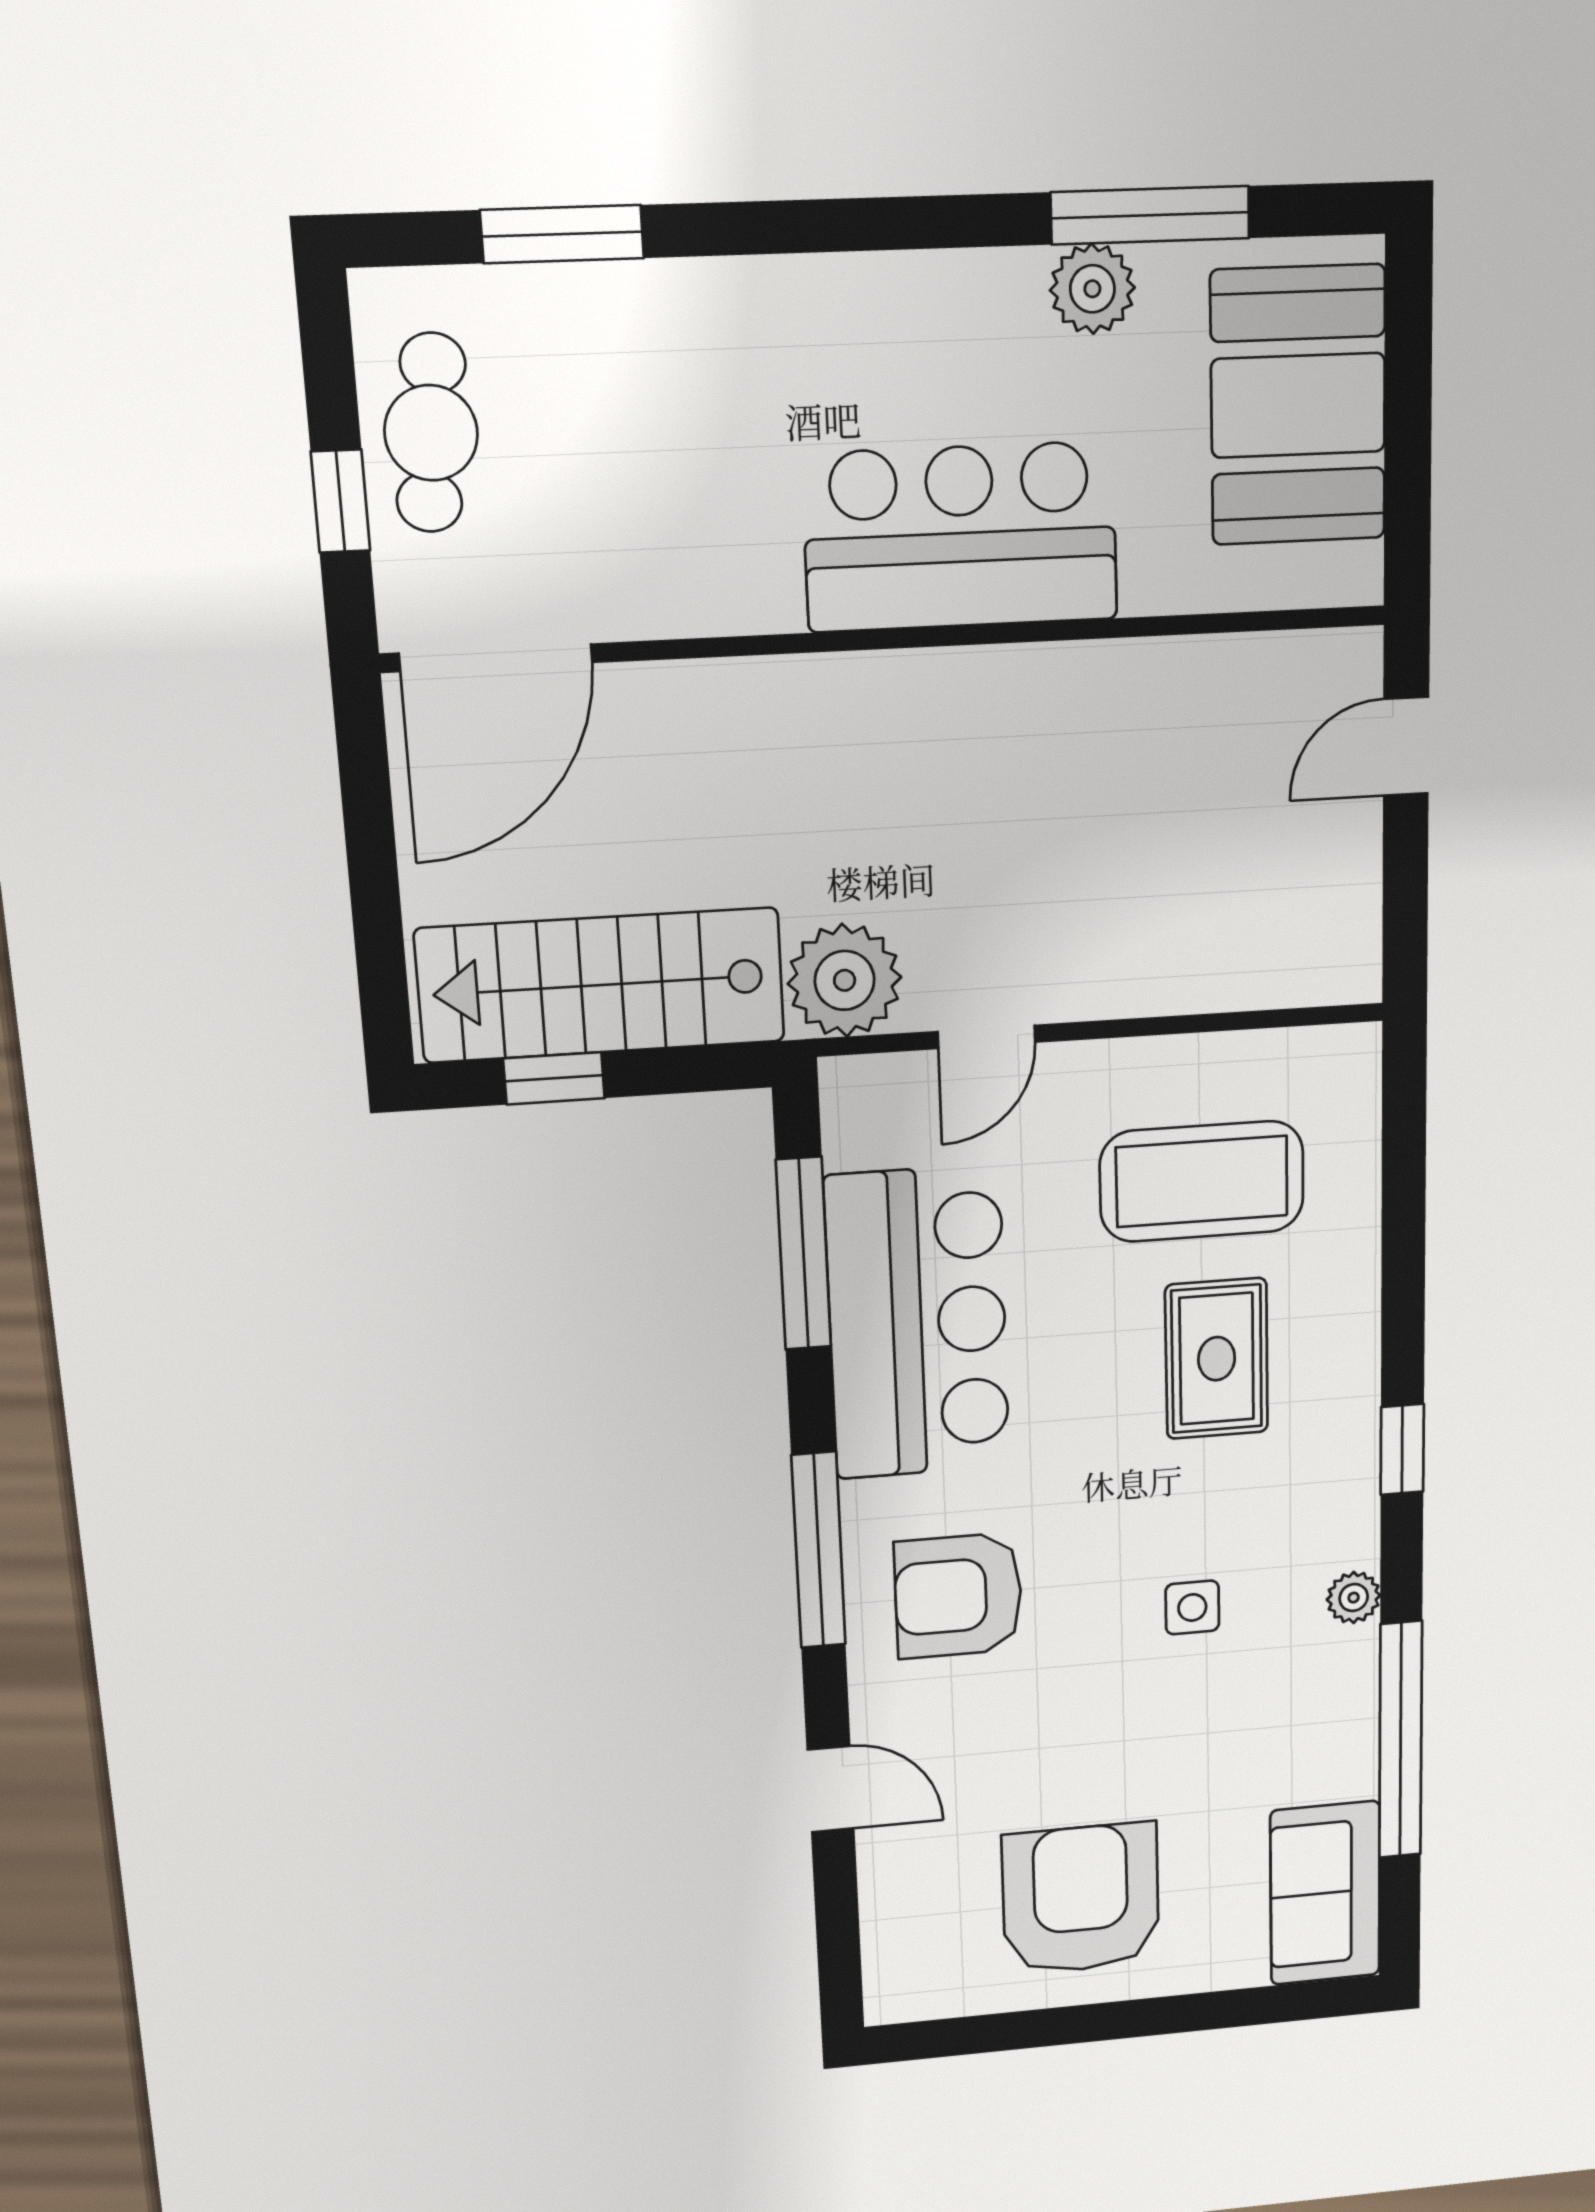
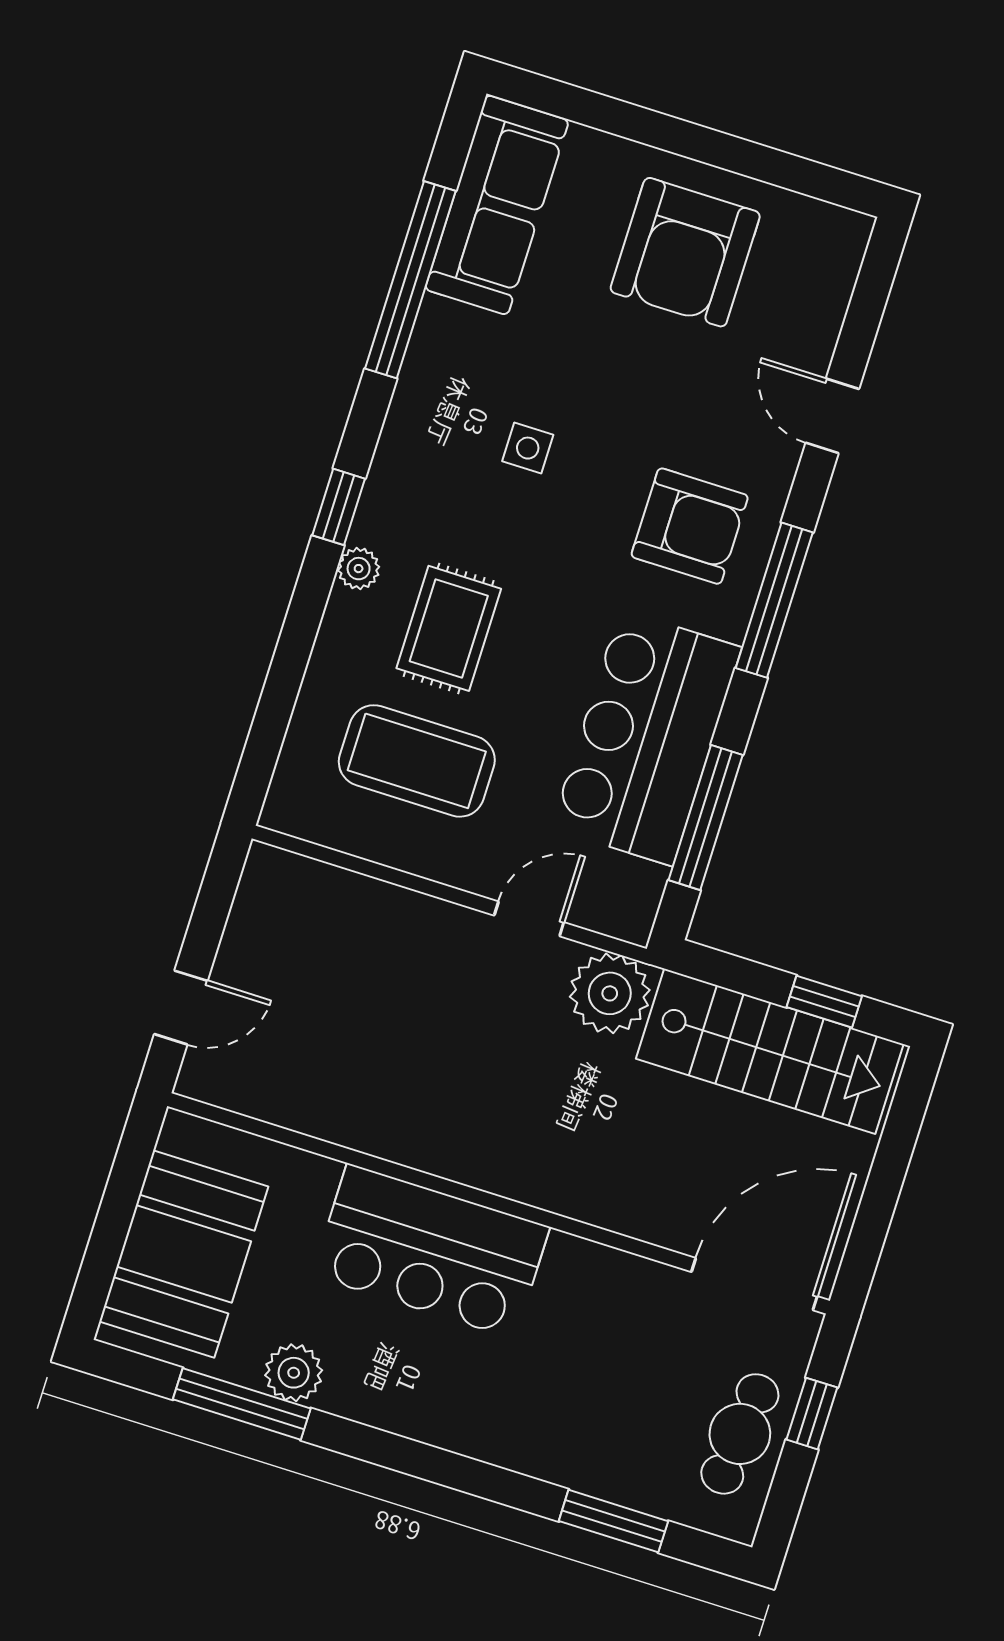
plant: (1354, 1598) -> (359, 569), moved
sofa: (1325, 1893) -> (497, 205), width x1.36

